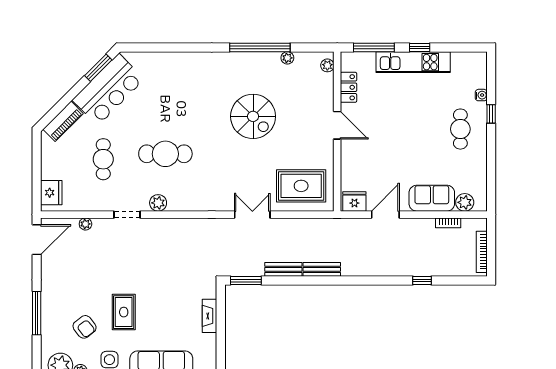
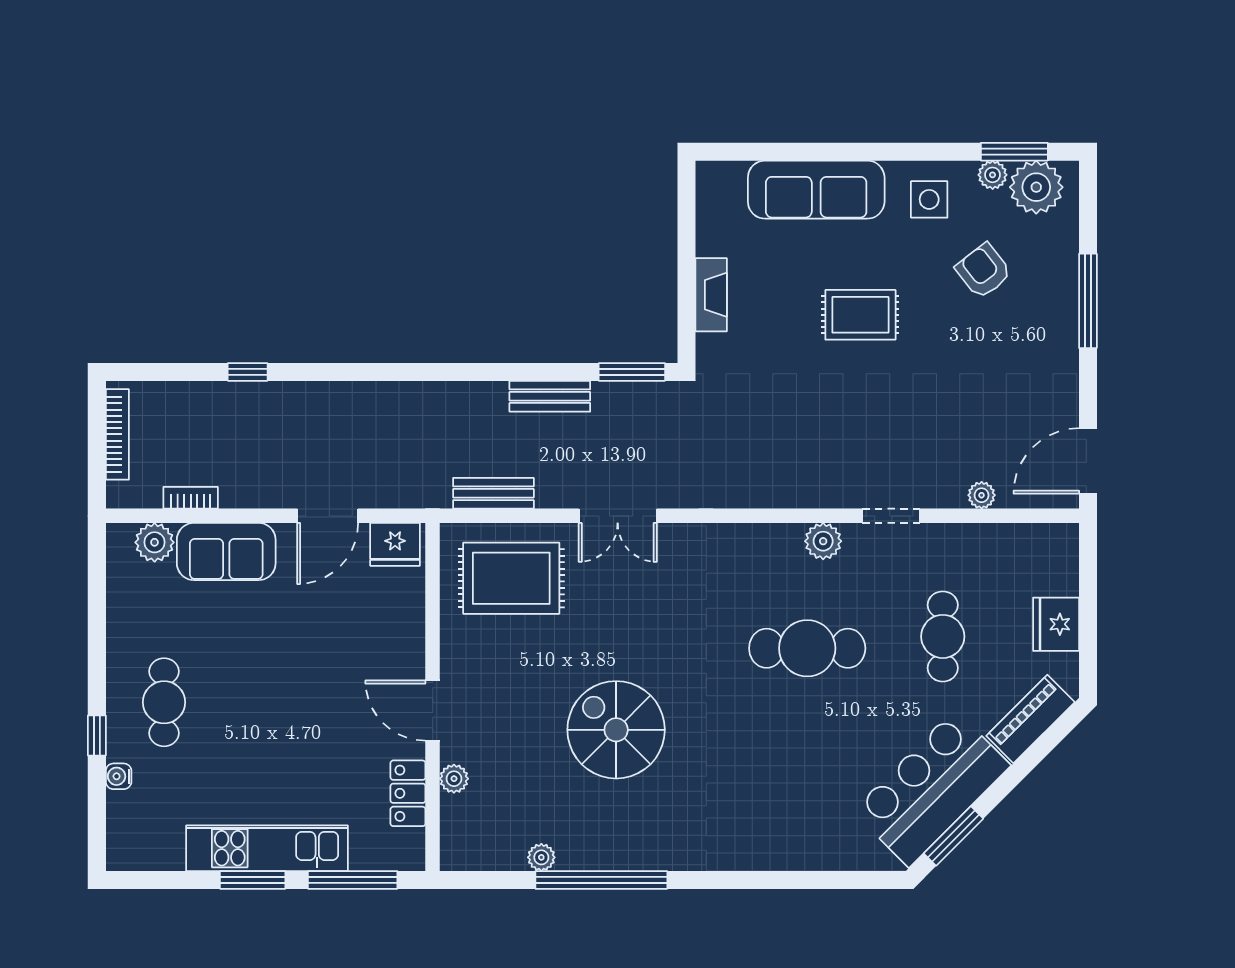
window: (420, 48) -> (253, 880), width x1.50
plant: (327, 65) -> (454, 779), moved
fridge: (51, 193) -> (1056, 624), moved
bench: (322, 269) -> (493, 493), moved
rug: (124, 312) -> (860, 315), moved, turned 90

